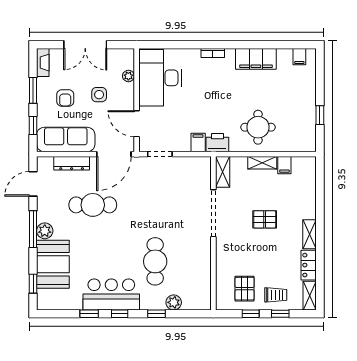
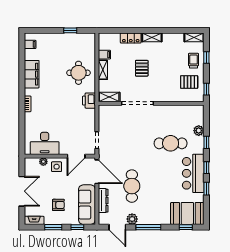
desk: (160, 78) -> (45, 143), width x0.73, depth x0.77
side table: (99, 95) -> (57, 167), moved
filing cabinet: (198, 143) -> (89, 114), removed
plant: (45, 231) -> (132, 219), moved
booth: (53, 264) -> (187, 213), moved
locker: (309, 265) -> (131, 38), moved
window: (251, 314) -> (206, 89), moved

